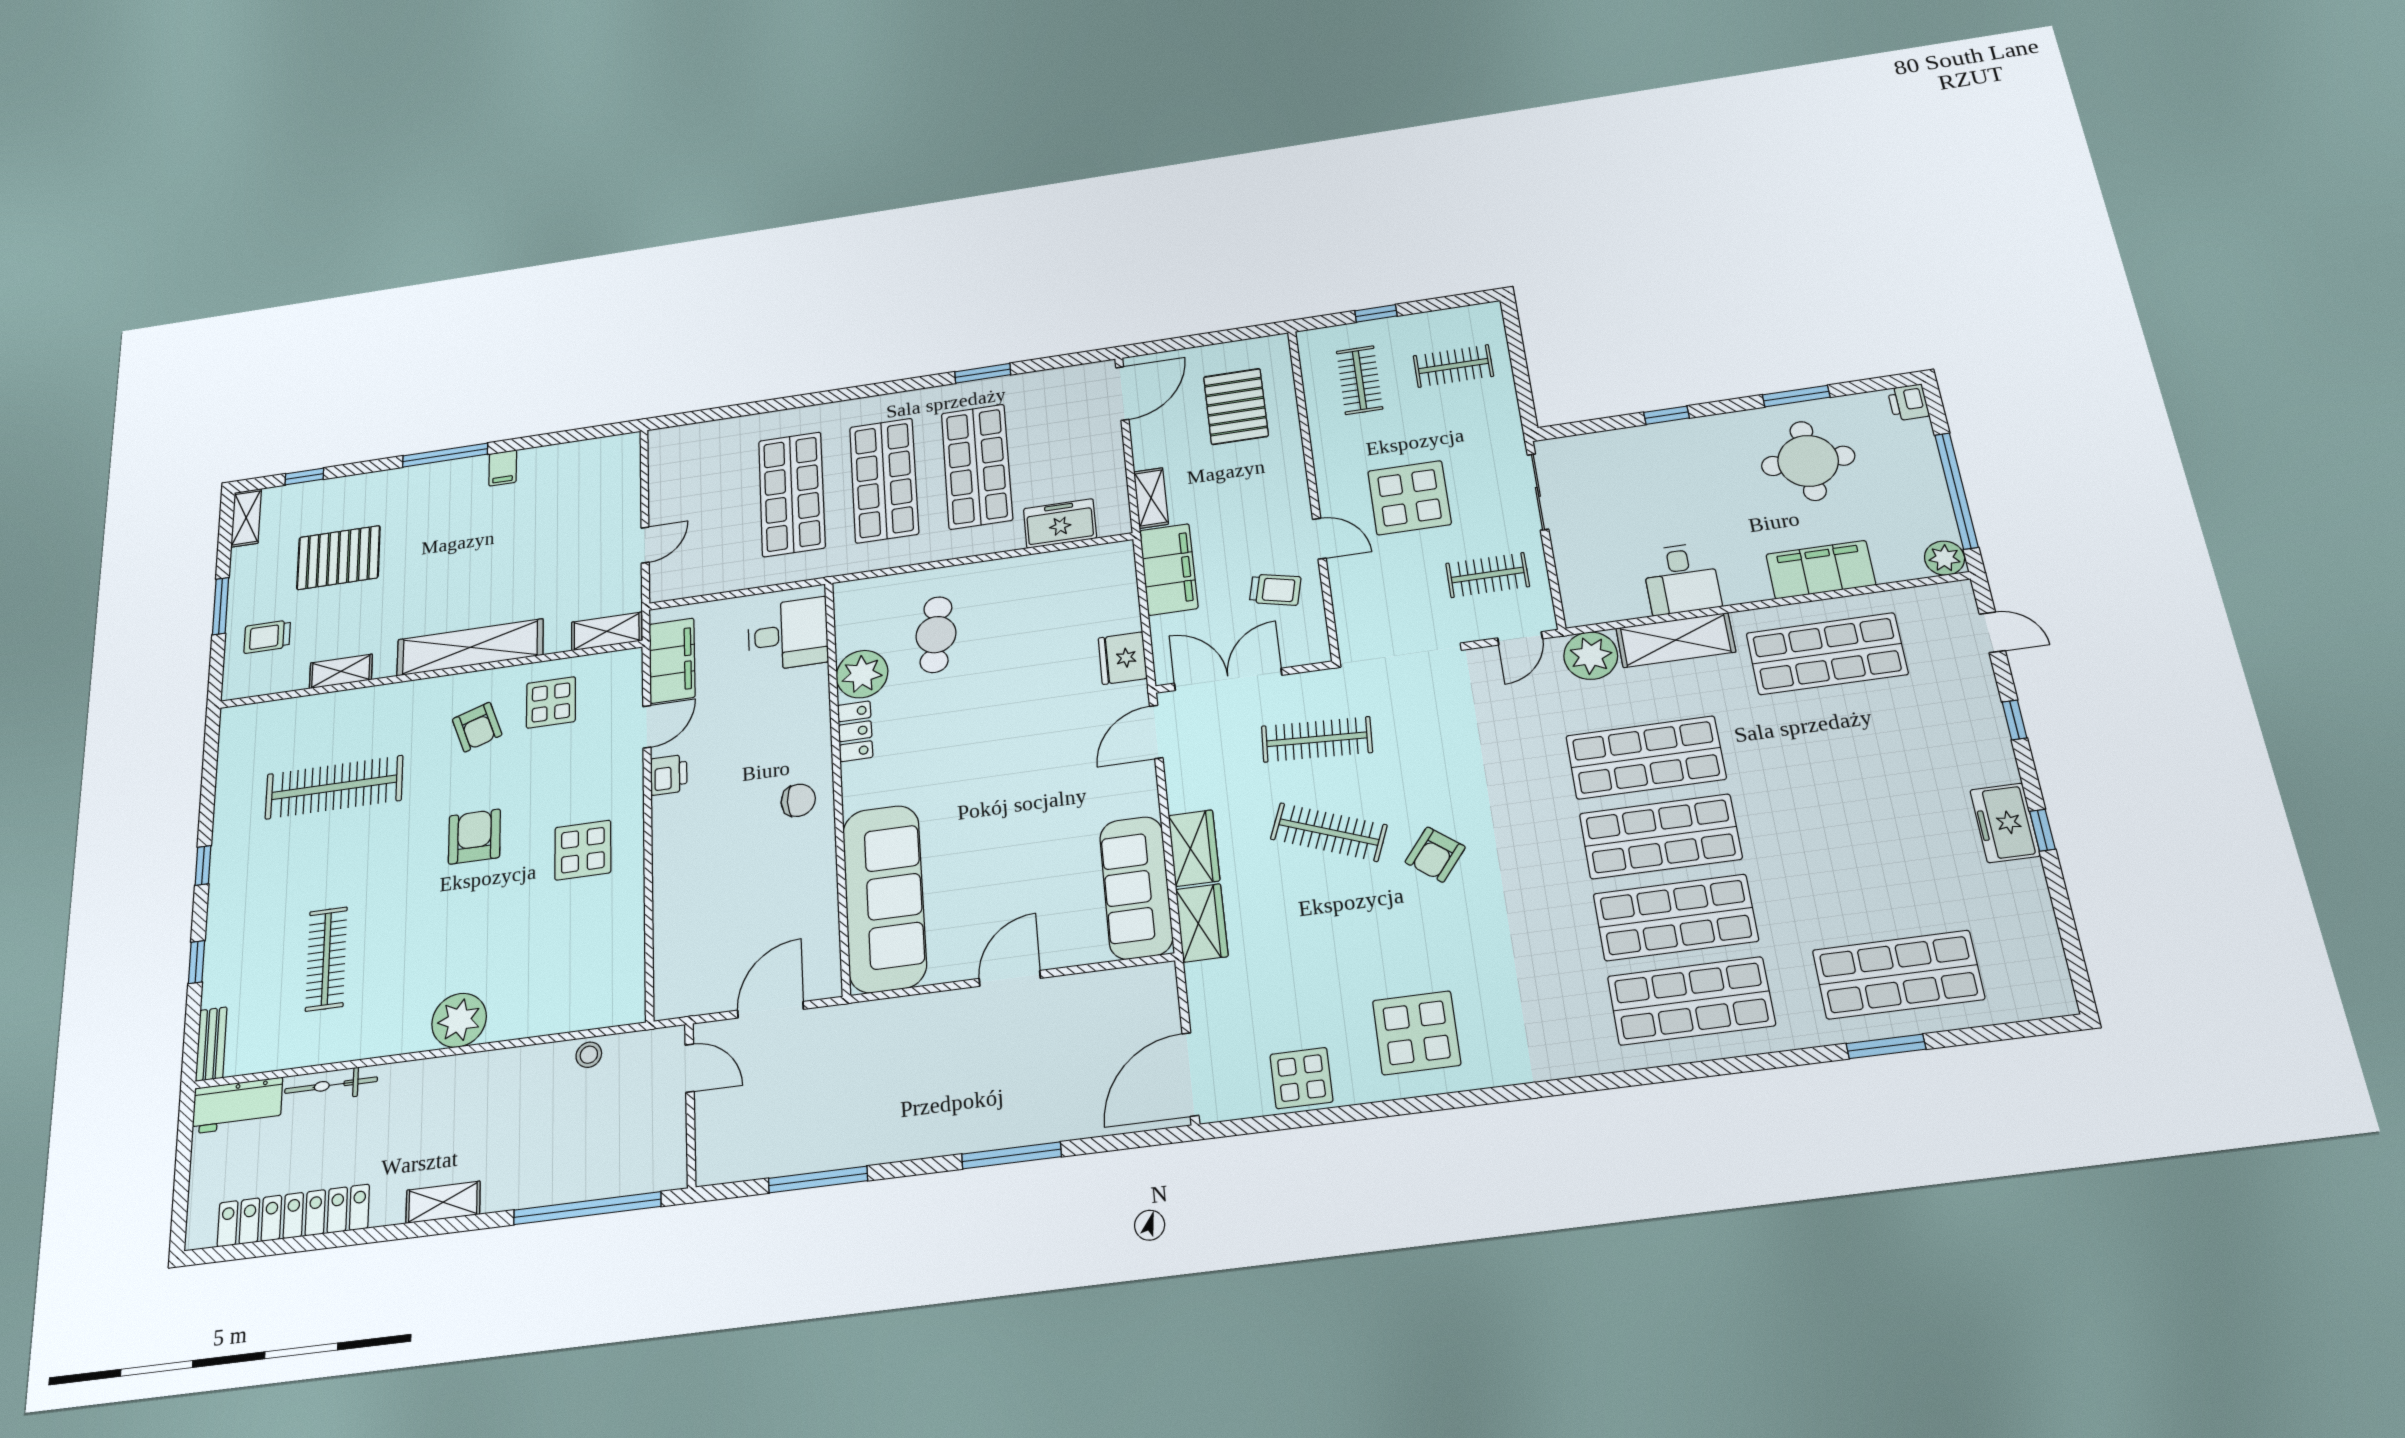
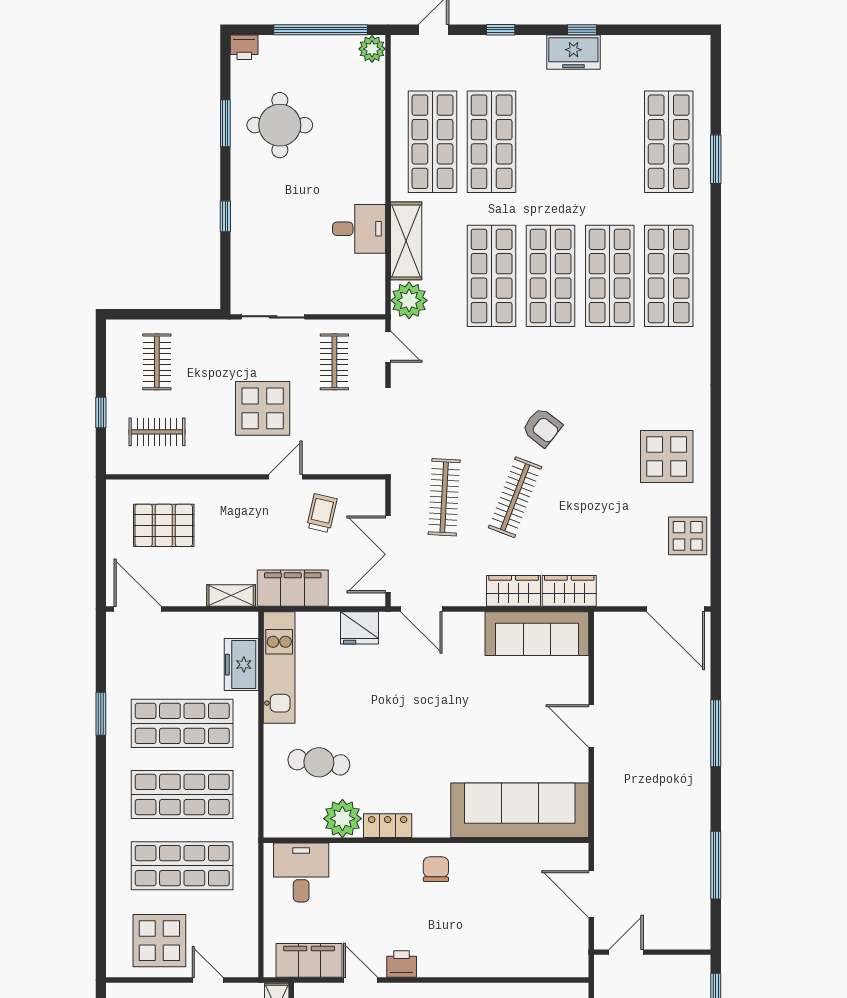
display table: (695, 482) -> (159, 941), added
kitchen unit: (1060, 569) -> (279, 667), added
filing cabinet: (1821, 570) -> (367, 133), removed
shop shelf: (1844, 731) -> (492, 142), added

